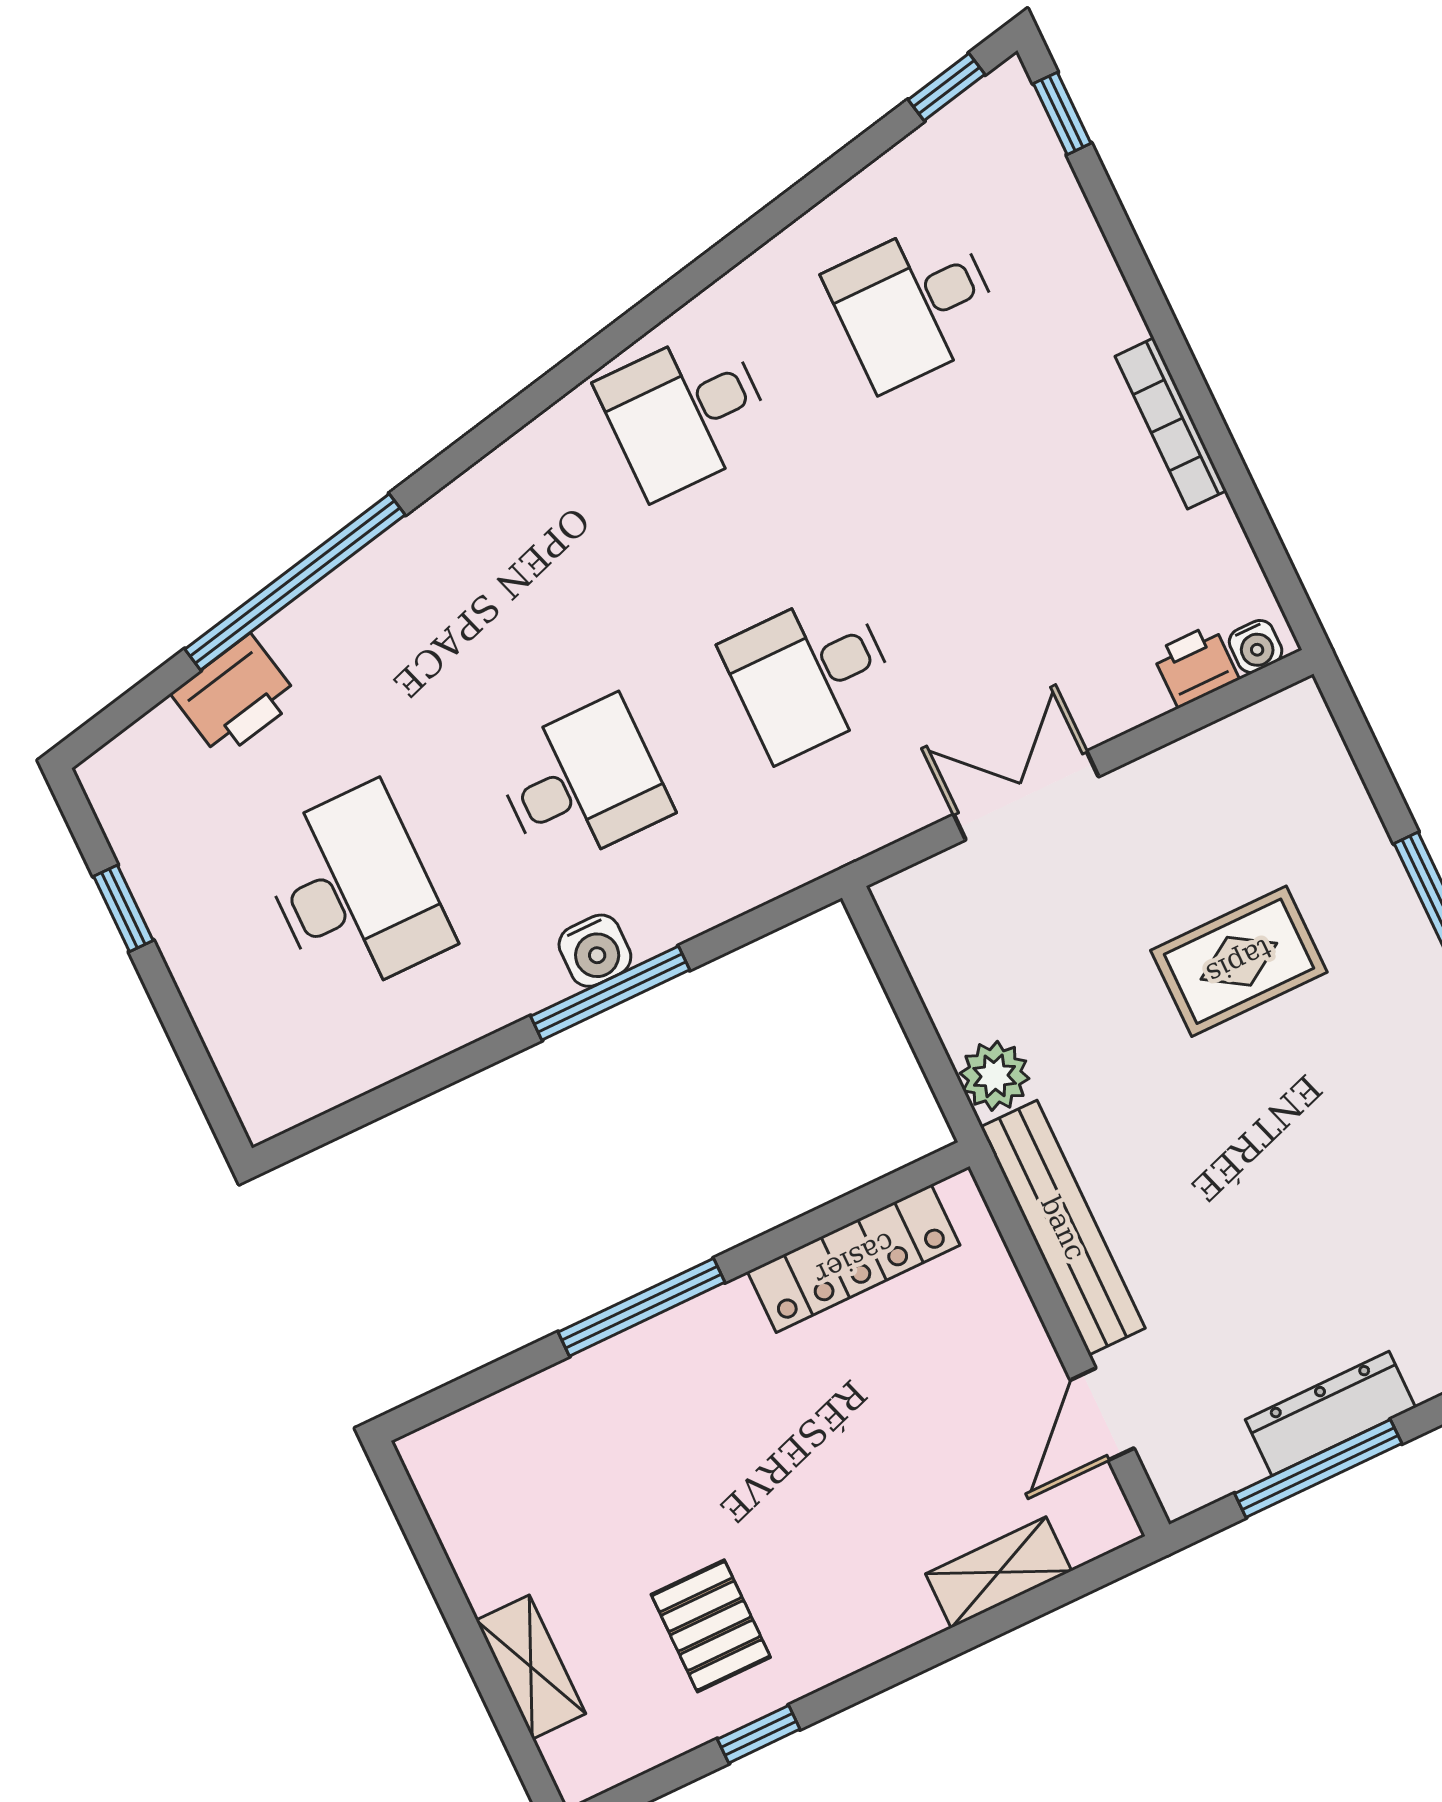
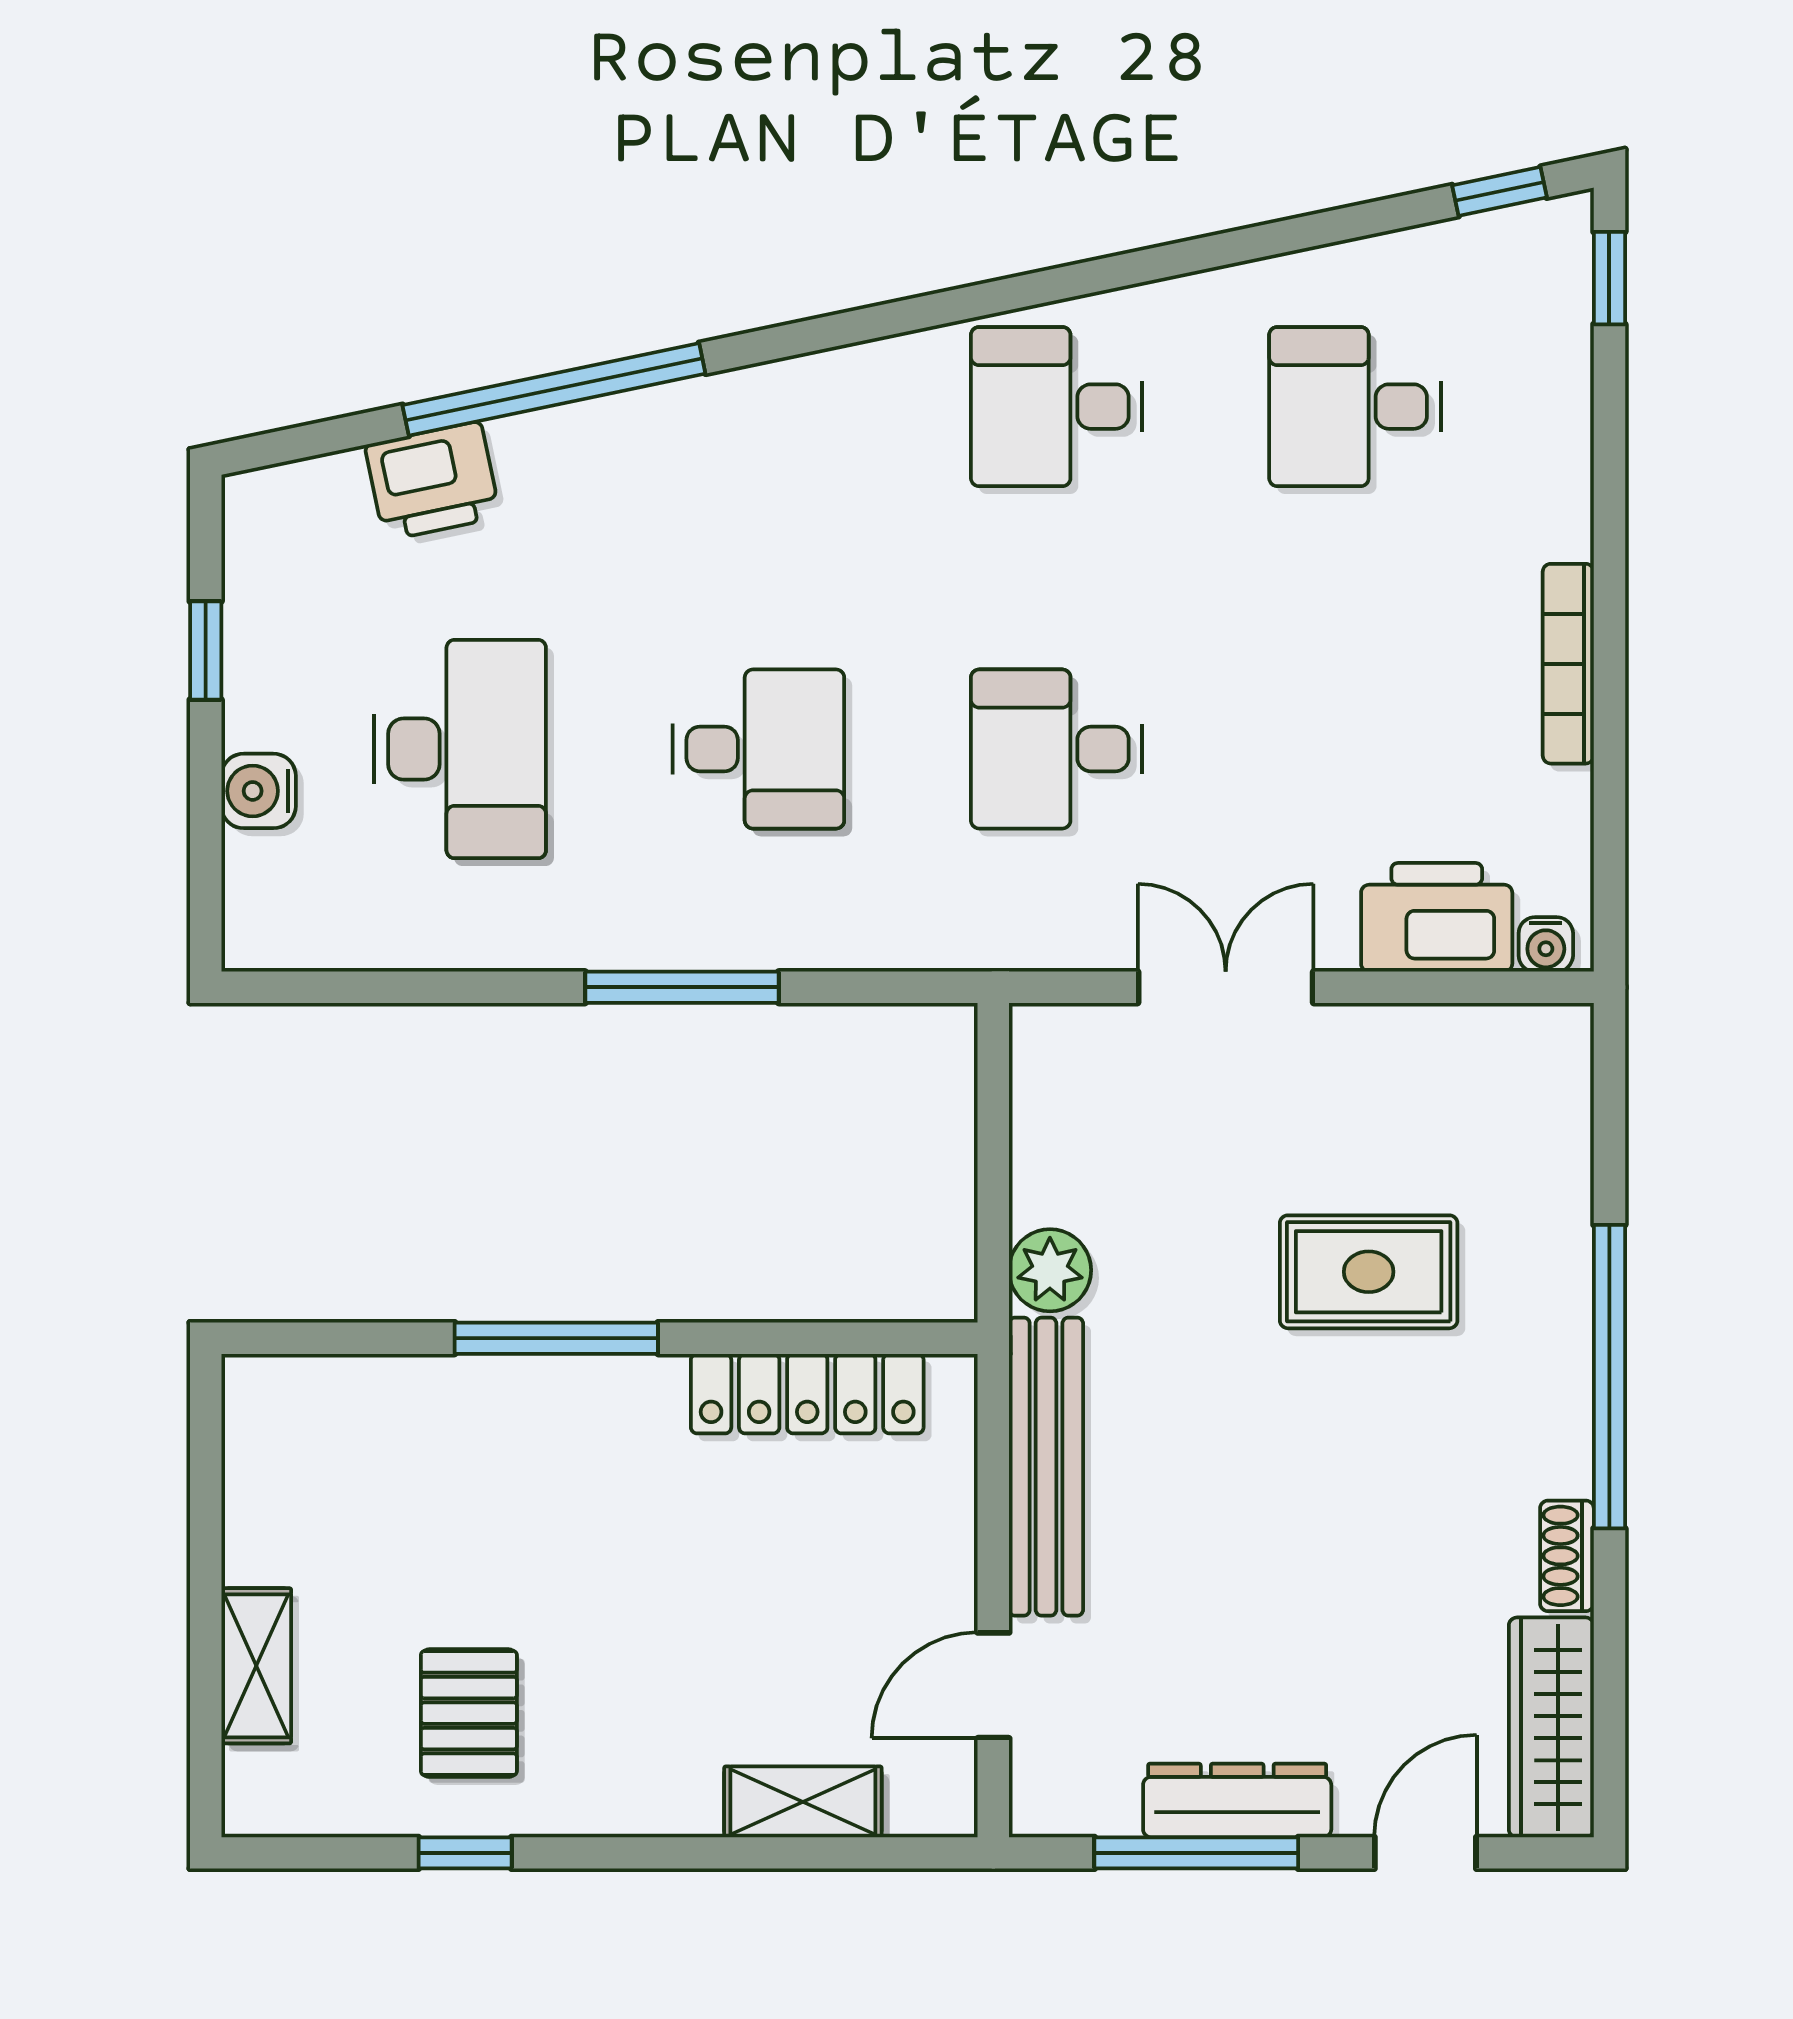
printer: (1196, 666) -> (1437, 917), width x1.87, depth x1.48
water cooler: (595, 951) -> (259, 791), moved, turned 90

